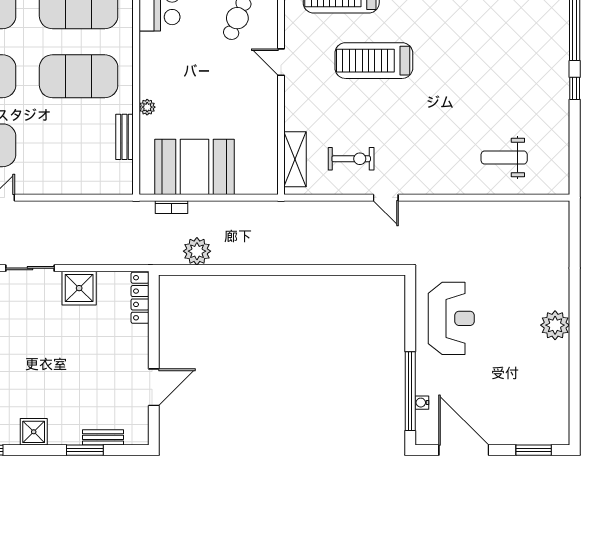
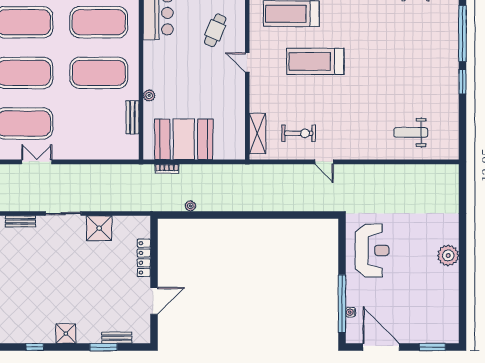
window: (575, 88) -> (463, 82), width x1.50
plant: (197, 251) -> (190, 206), width x0.53, depth x0.53
locker: (140, 298) -> (144, 258), moved

